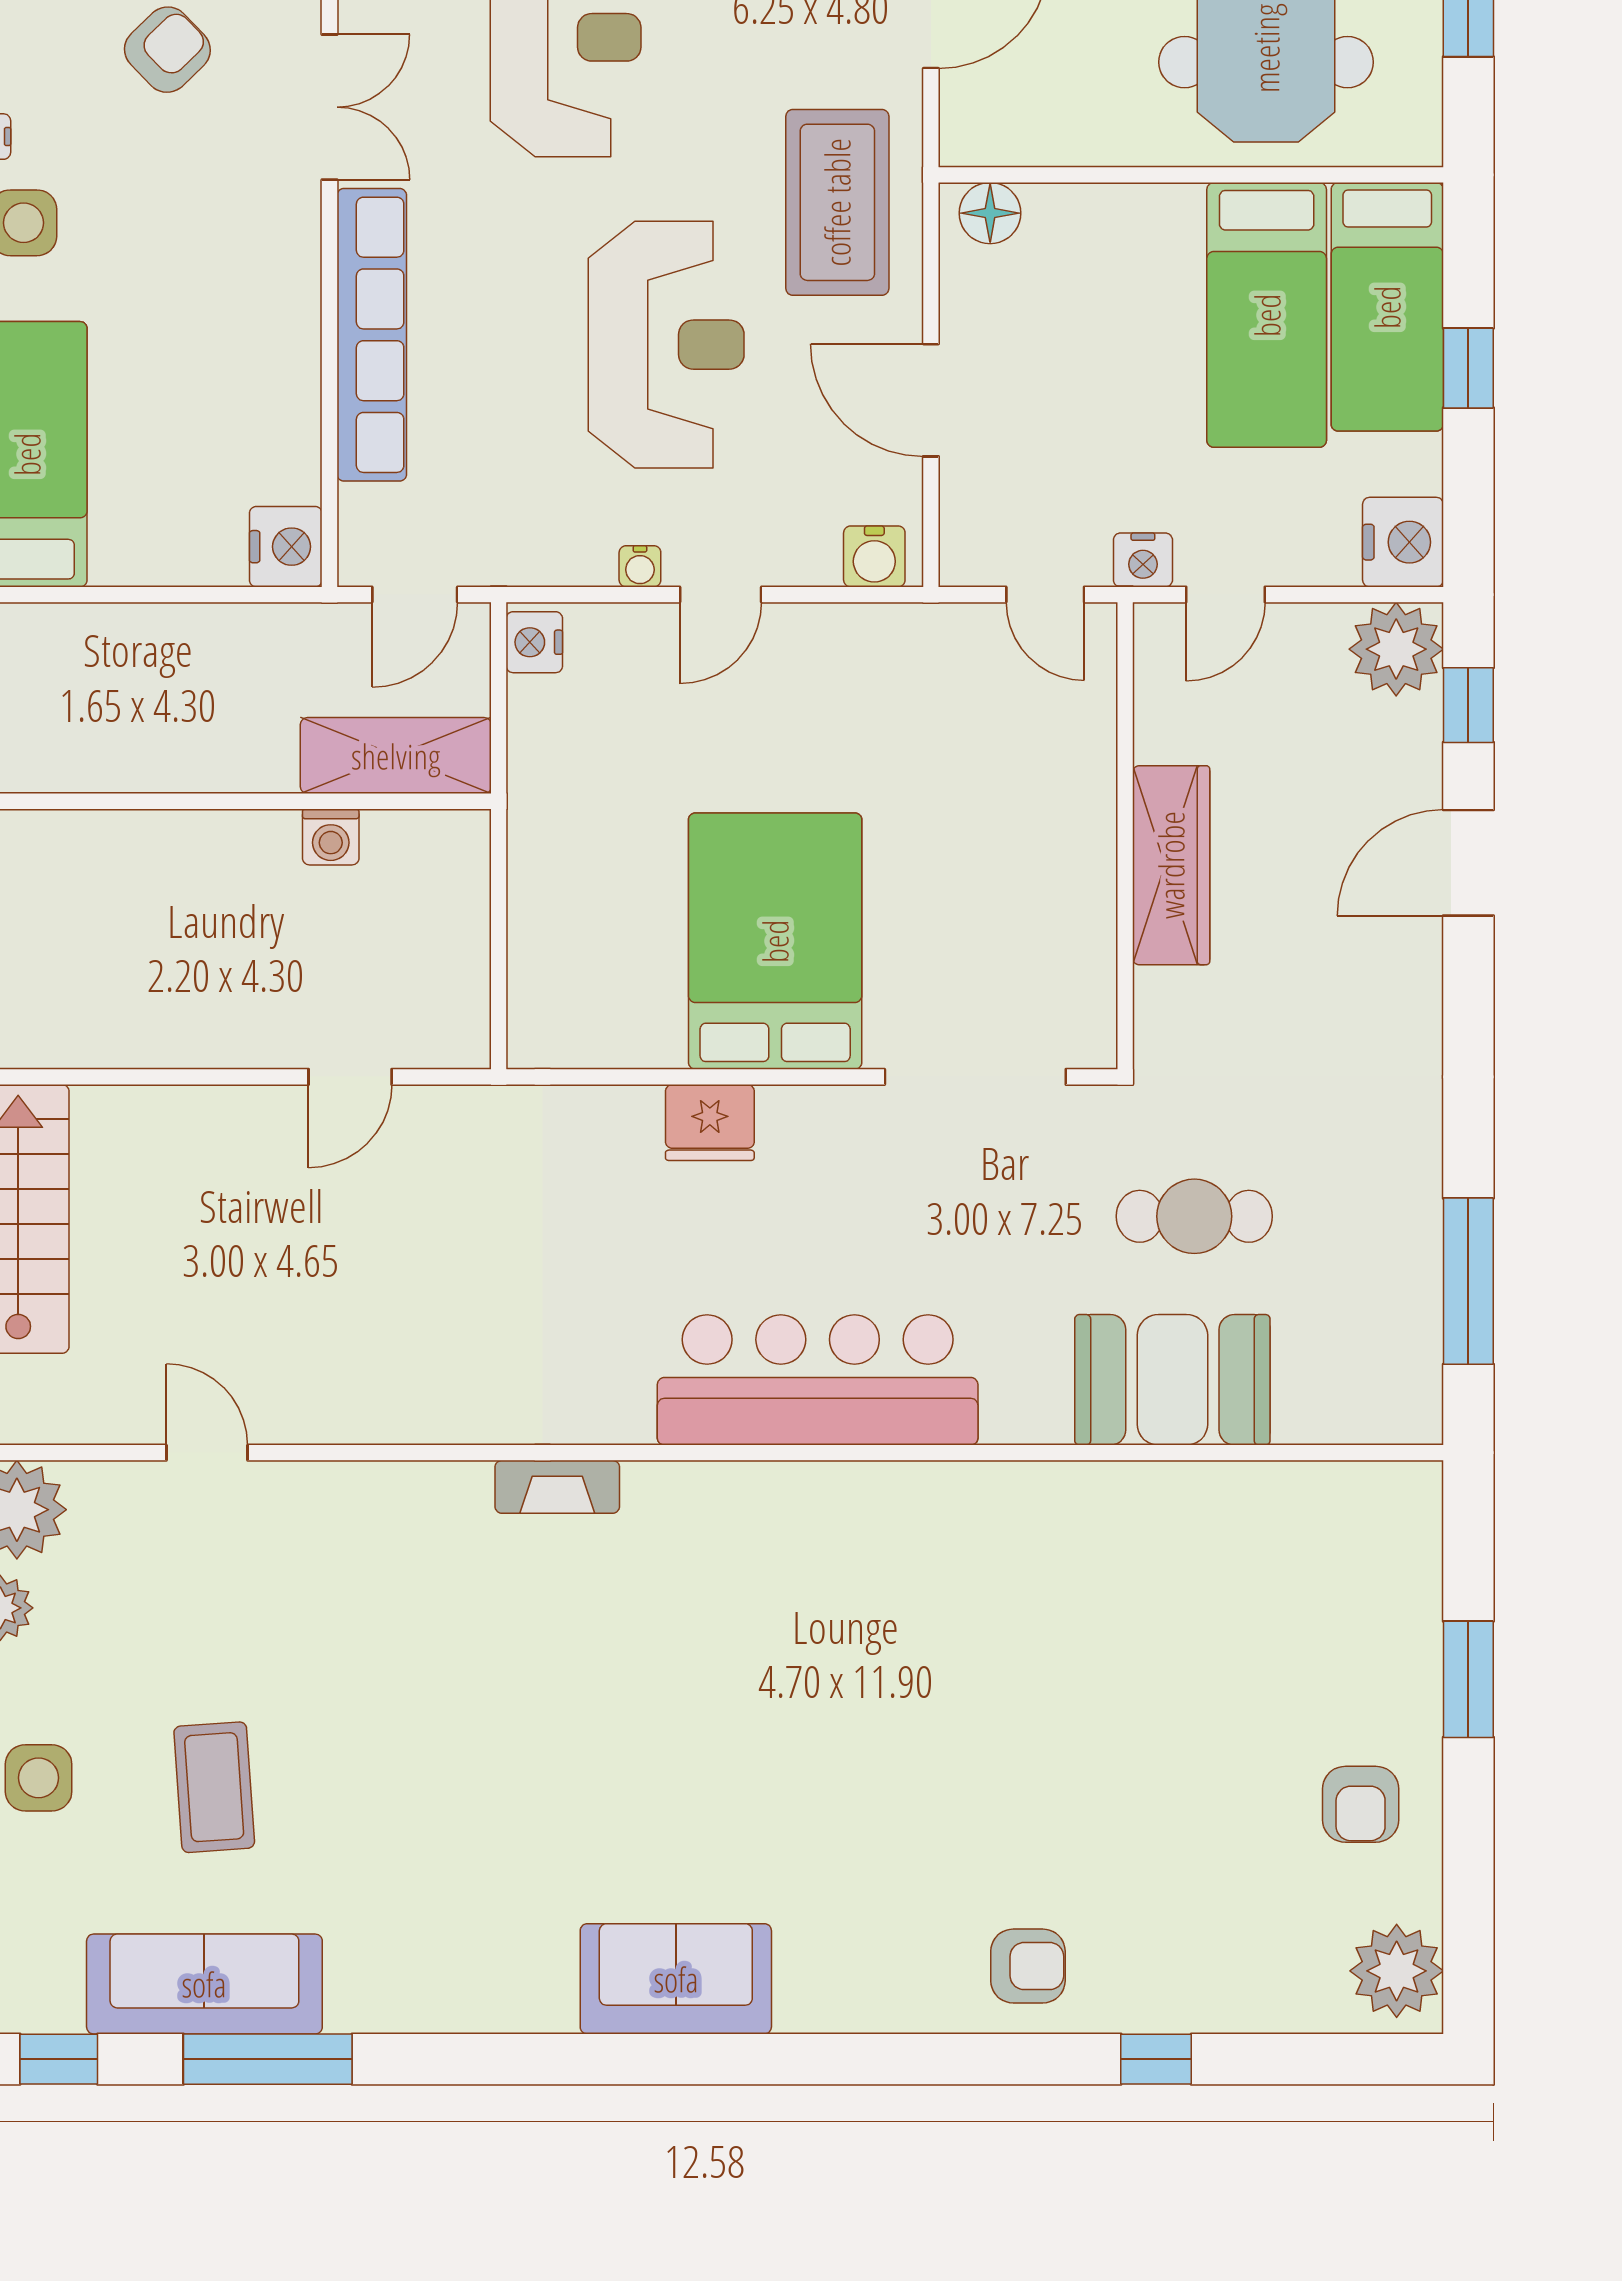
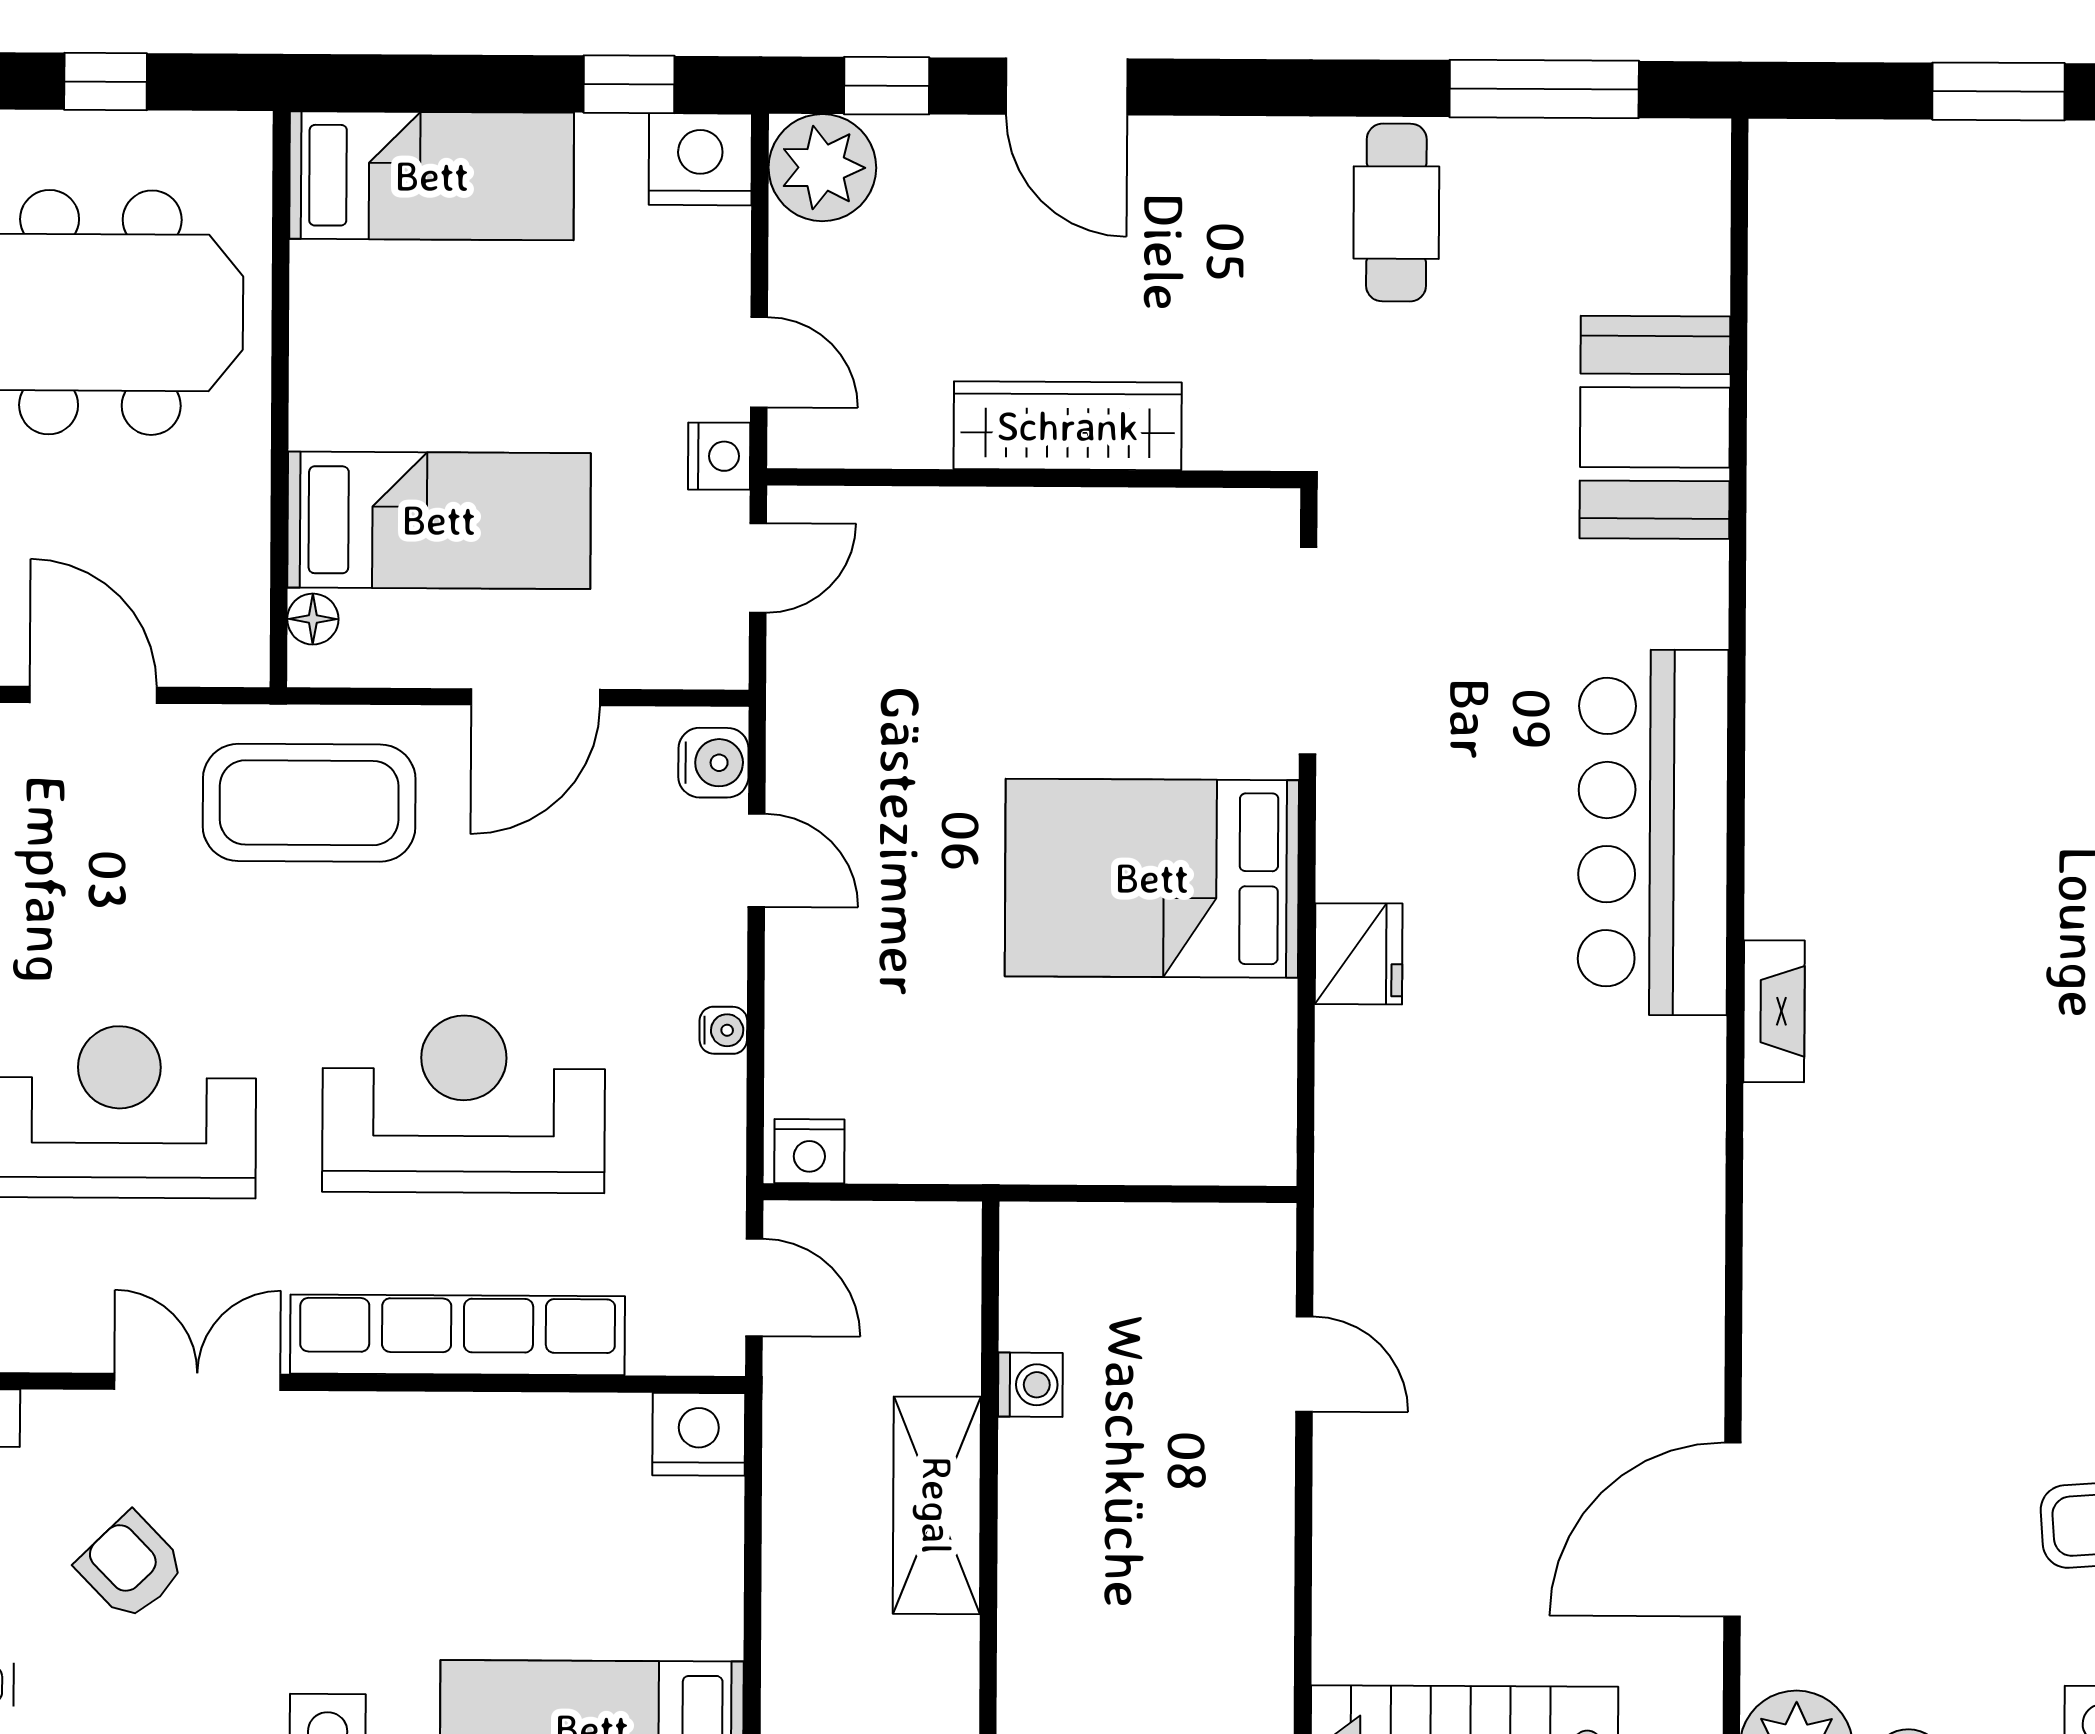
floor lamp: (990, 213) -> (313, 619), width x0.73, depth x0.73
bed: (1267, 315) -> (439, 520), moved
reception desk: (666, 345) -> (464, 1104), moved
window: (1468, 368) -> (629, 84), moved
door: (721, 595) -> (756, 860), moved
shelving: (396, 756) -> (937, 1505), moved
cafe table: (1194, 1216) -> (1396, 213), moved
door: (207, 1453) -> (1732, 1530), width x1.88
fireplace: (557, 1487) -> (1774, 1011), moved

